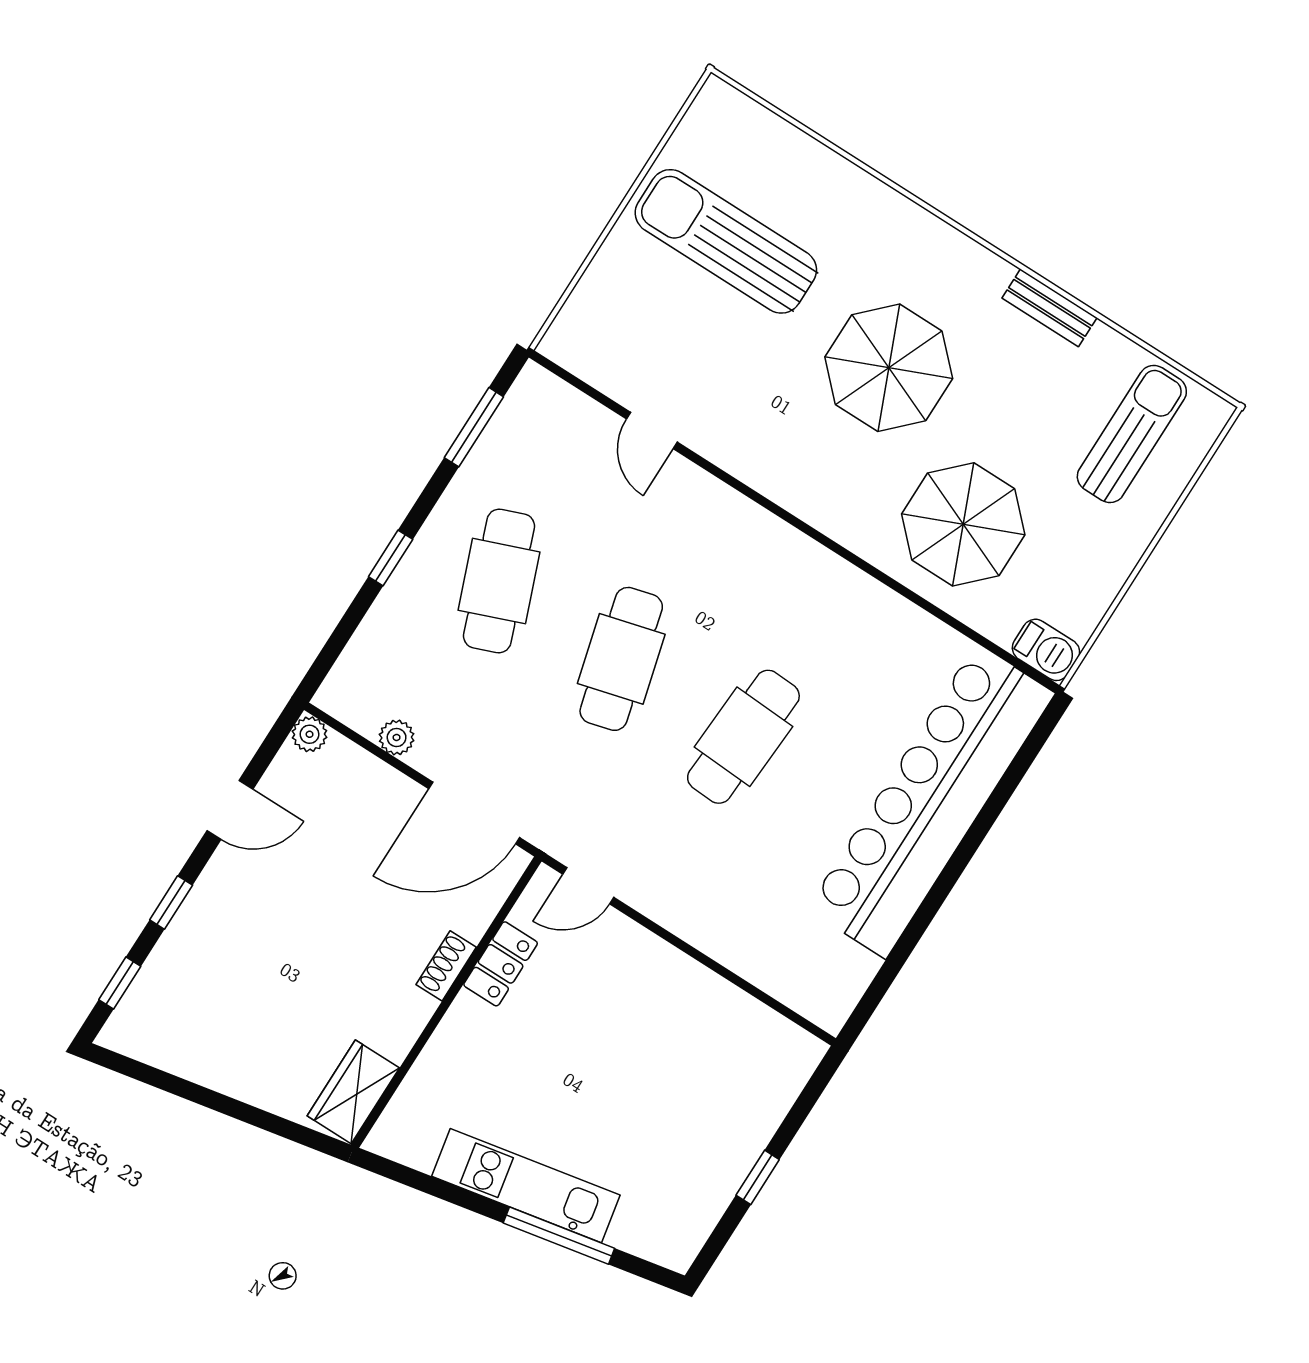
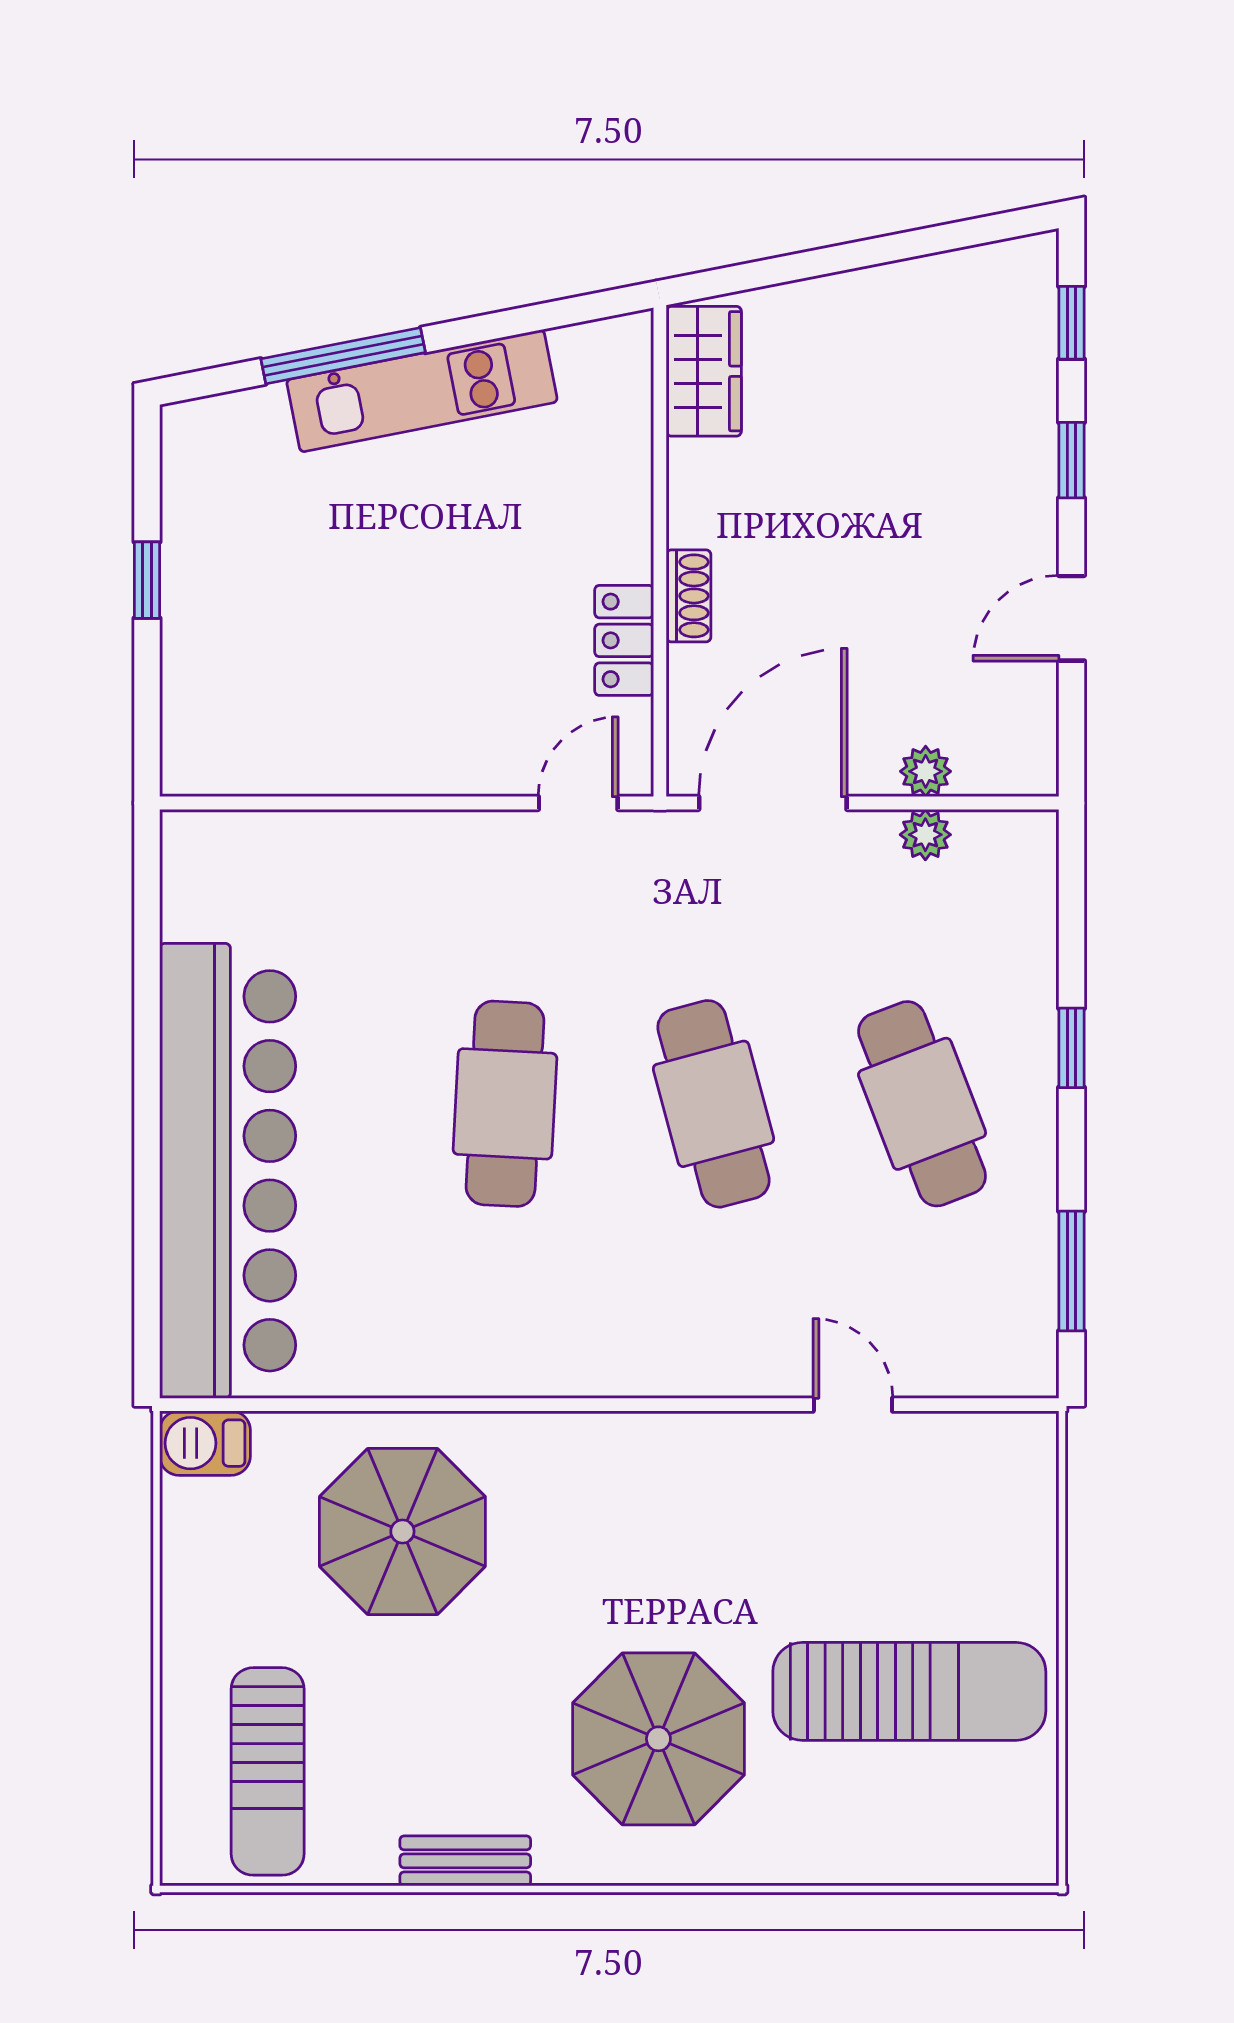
parasol: (889, 368) -> (658, 1739), moved
plant: (310, 734) -> (926, 771), moved

